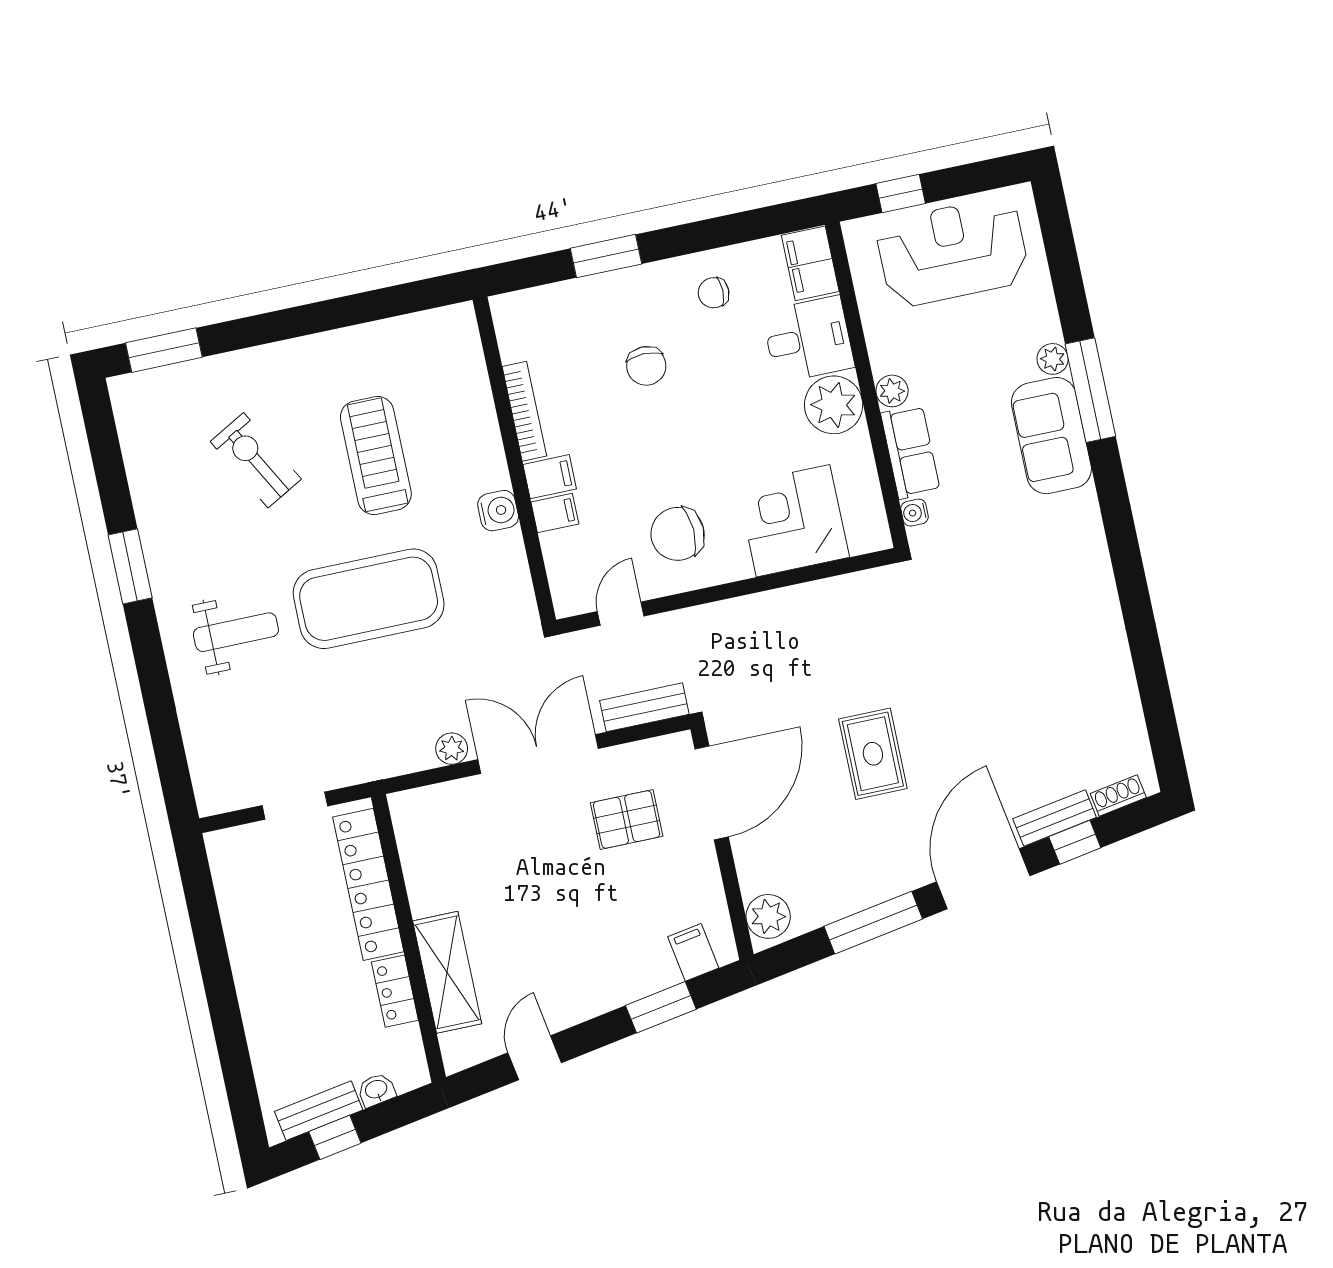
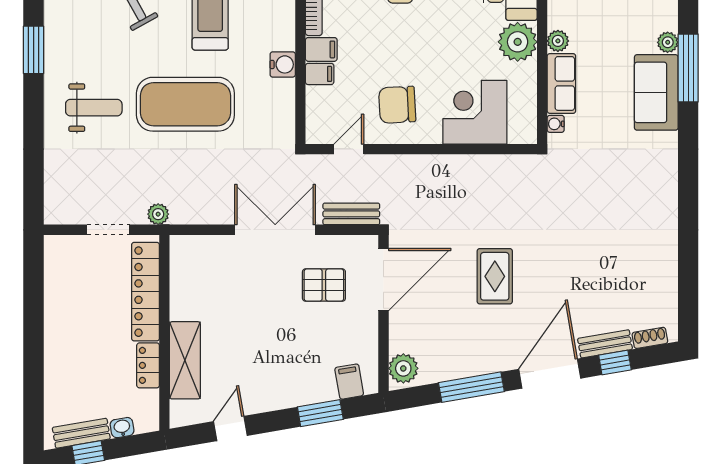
plant: (452, 749) -> (158, 214), moved

